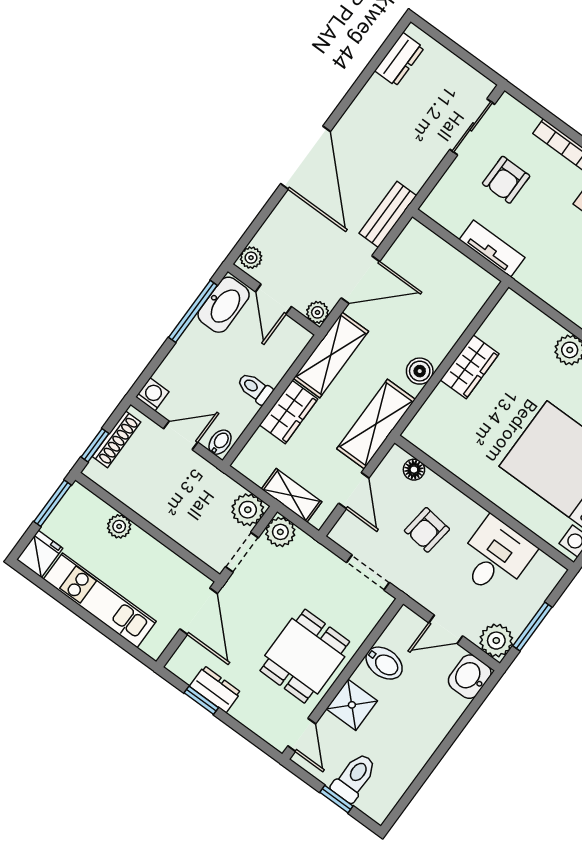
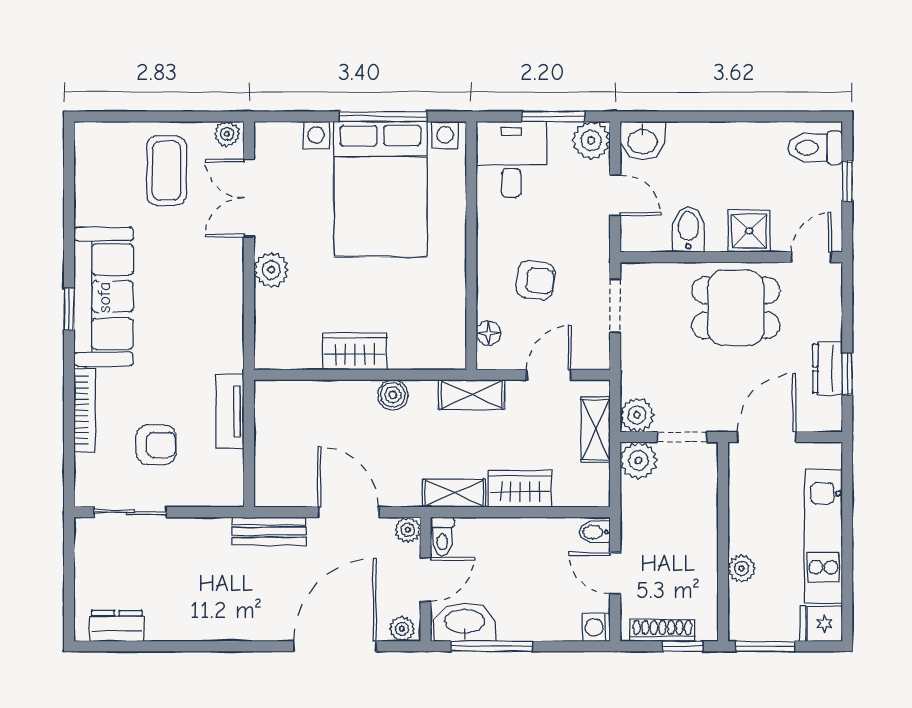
door: (305, 158) -> (335, 646), moved
shelving: (331, 355) -> (454, 493), width x0.67, depth x0.75
toilet: (255, 388) -> (442, 536), moved
shelving: (376, 424) -> (472, 395), width x0.67, depth x0.75
desk: (495, 557) -> (511, 159), moved, turned 90
toilet: (354, 777) -> (815, 148), moved

